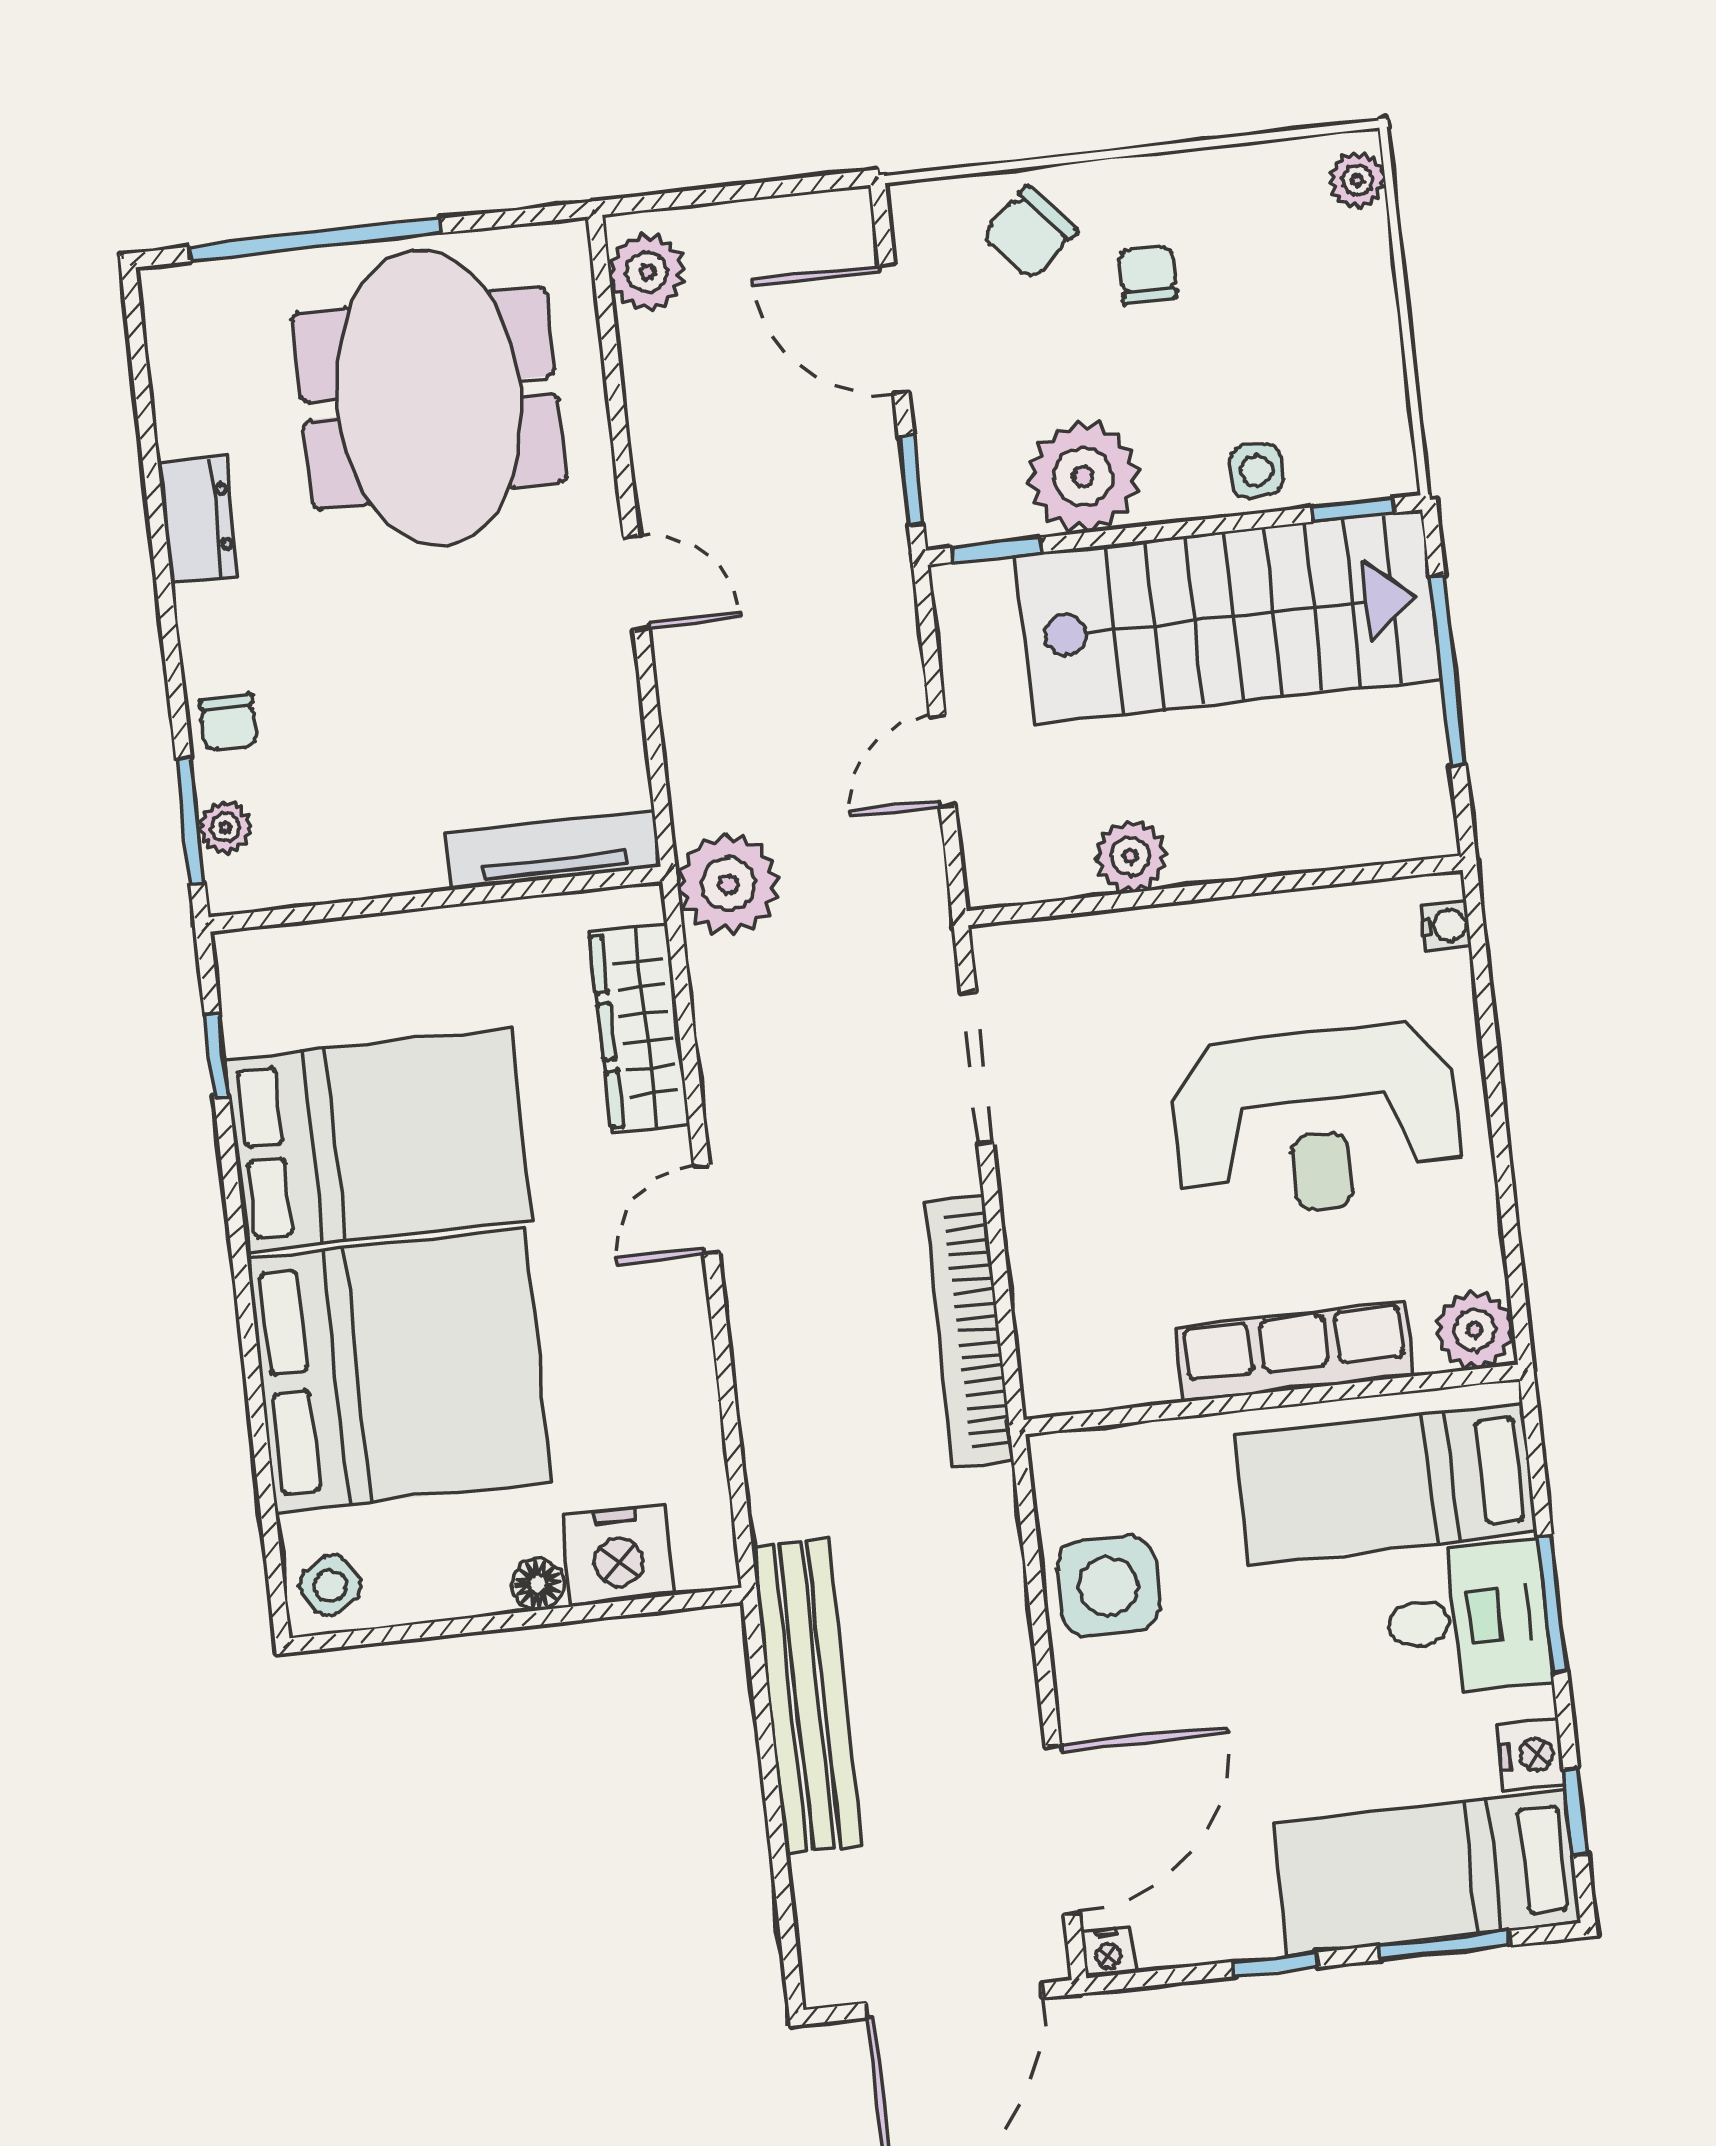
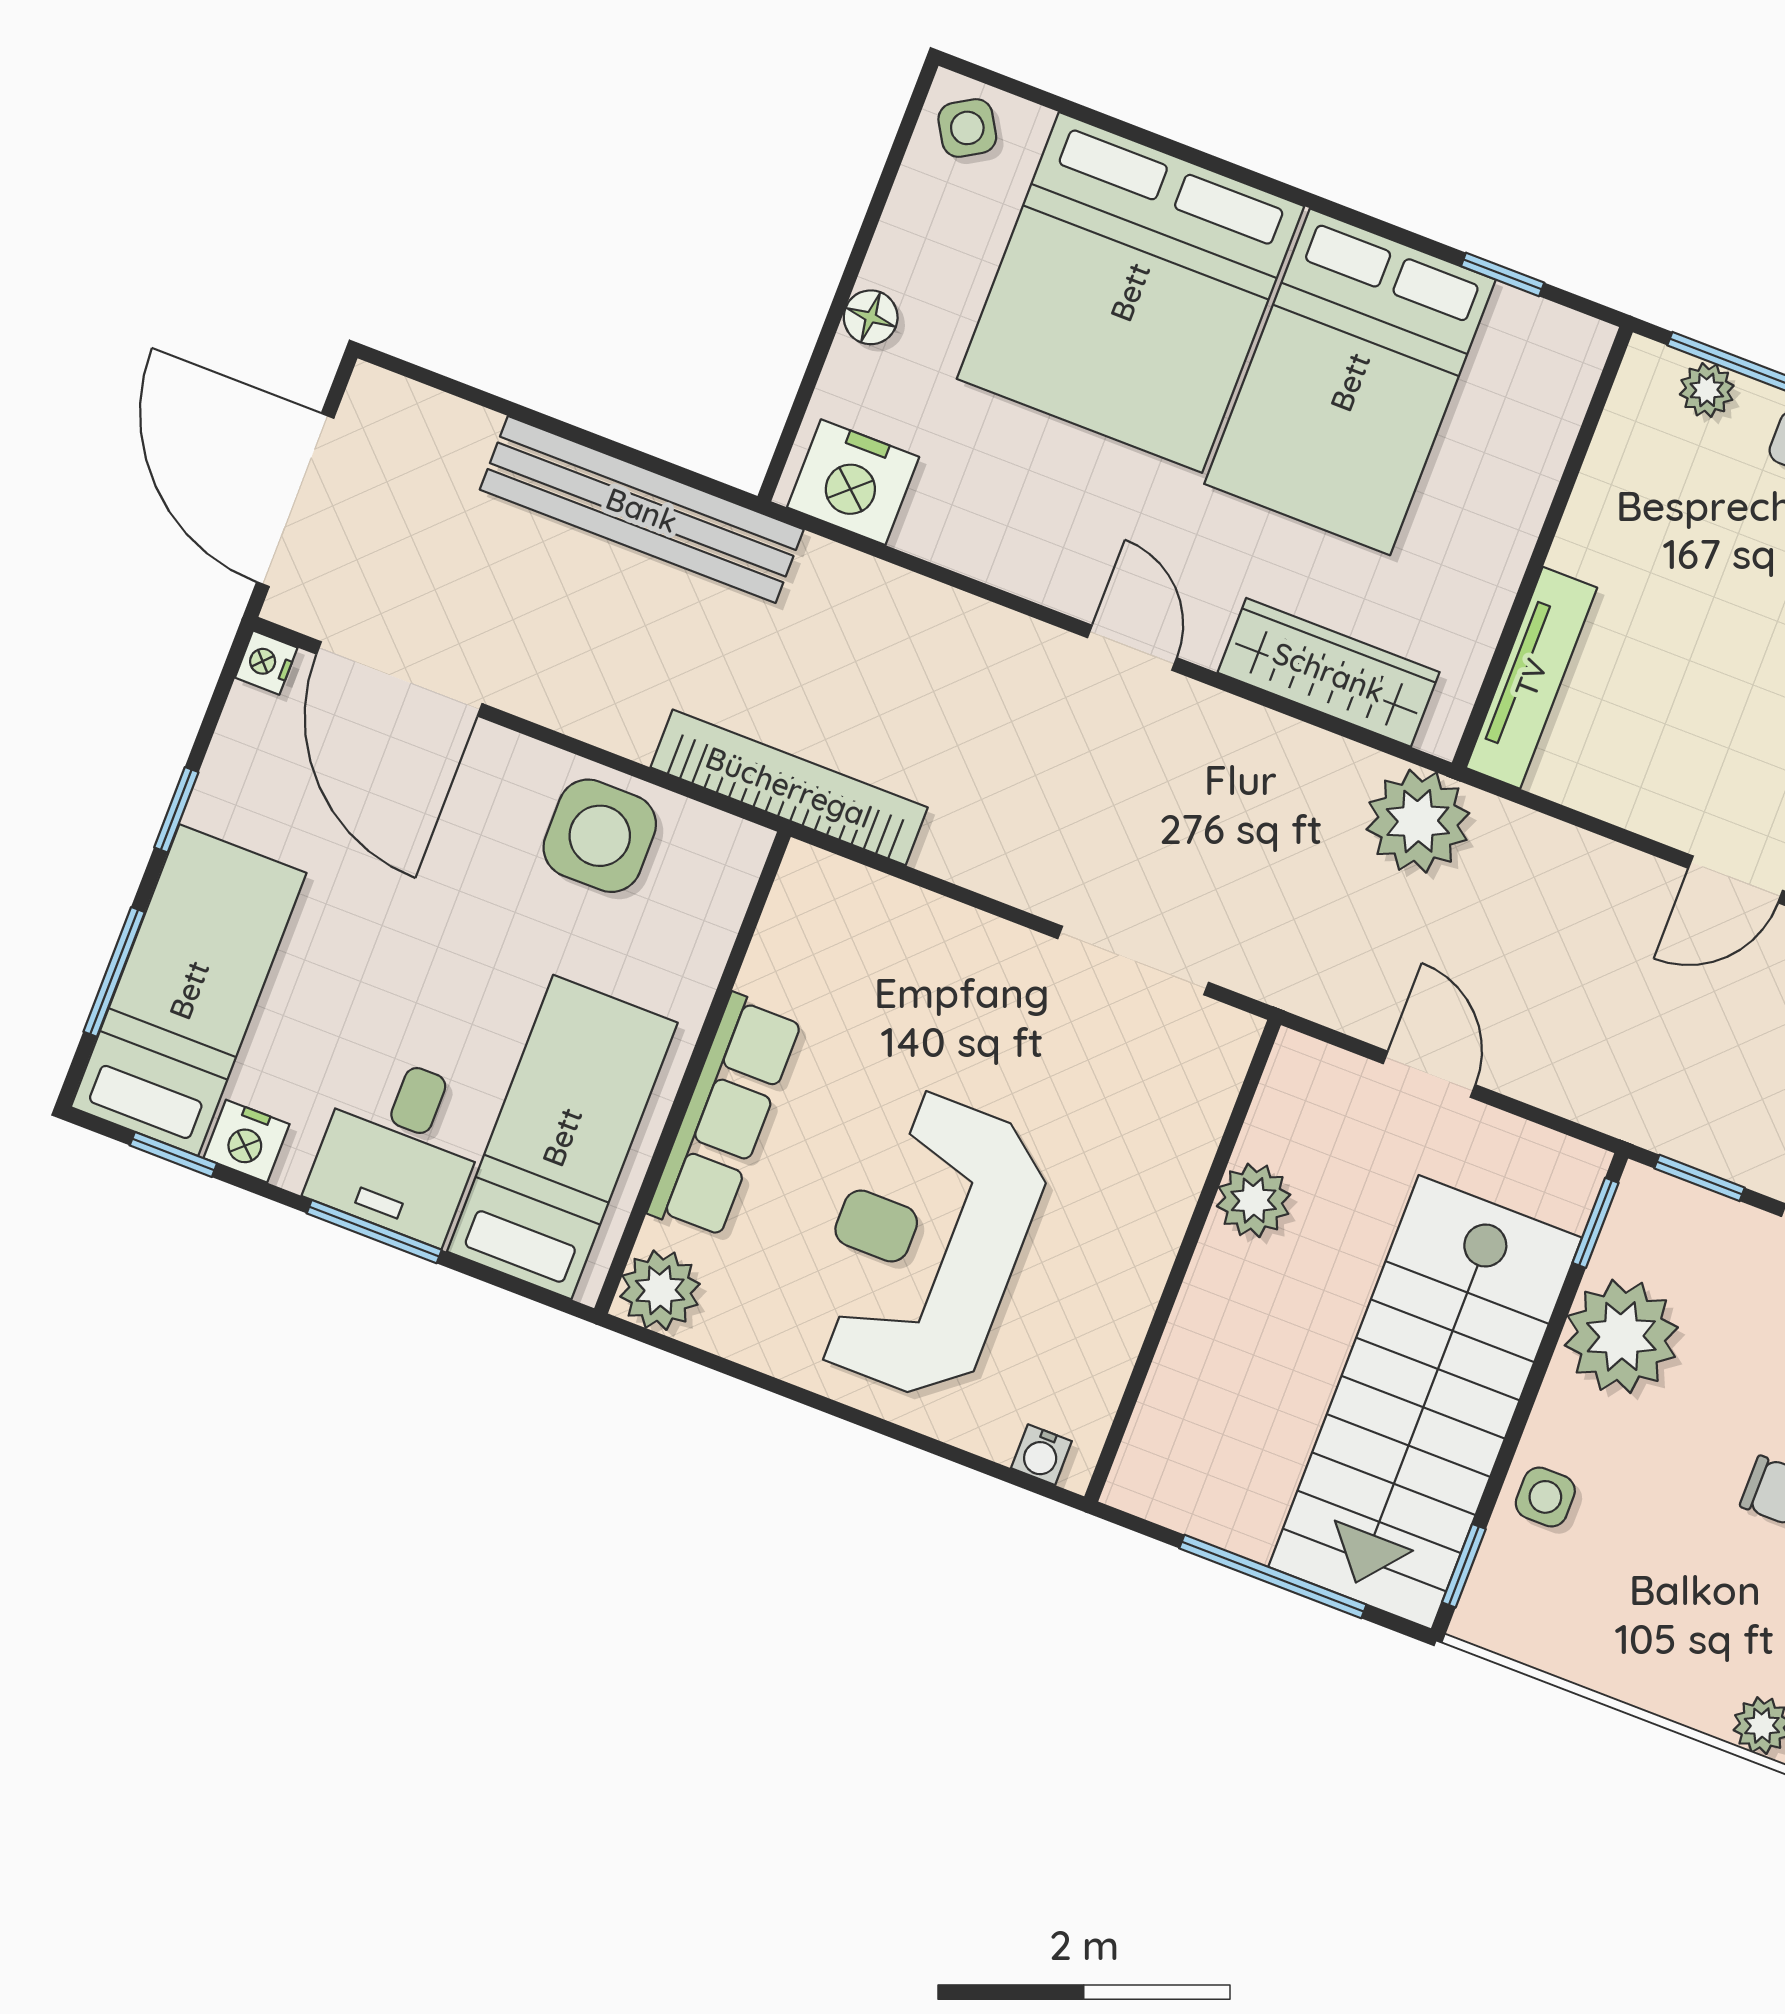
bookcase: (969, 1331) -> (789, 787), moved
nightstand: (618, 1555) -> (853, 482), moved, turned -90

